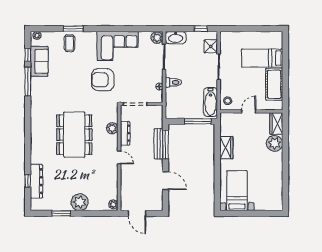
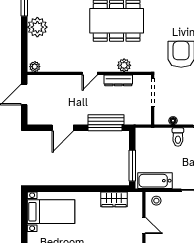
wardrobe: (226, 148) -> (114, 199), moved

